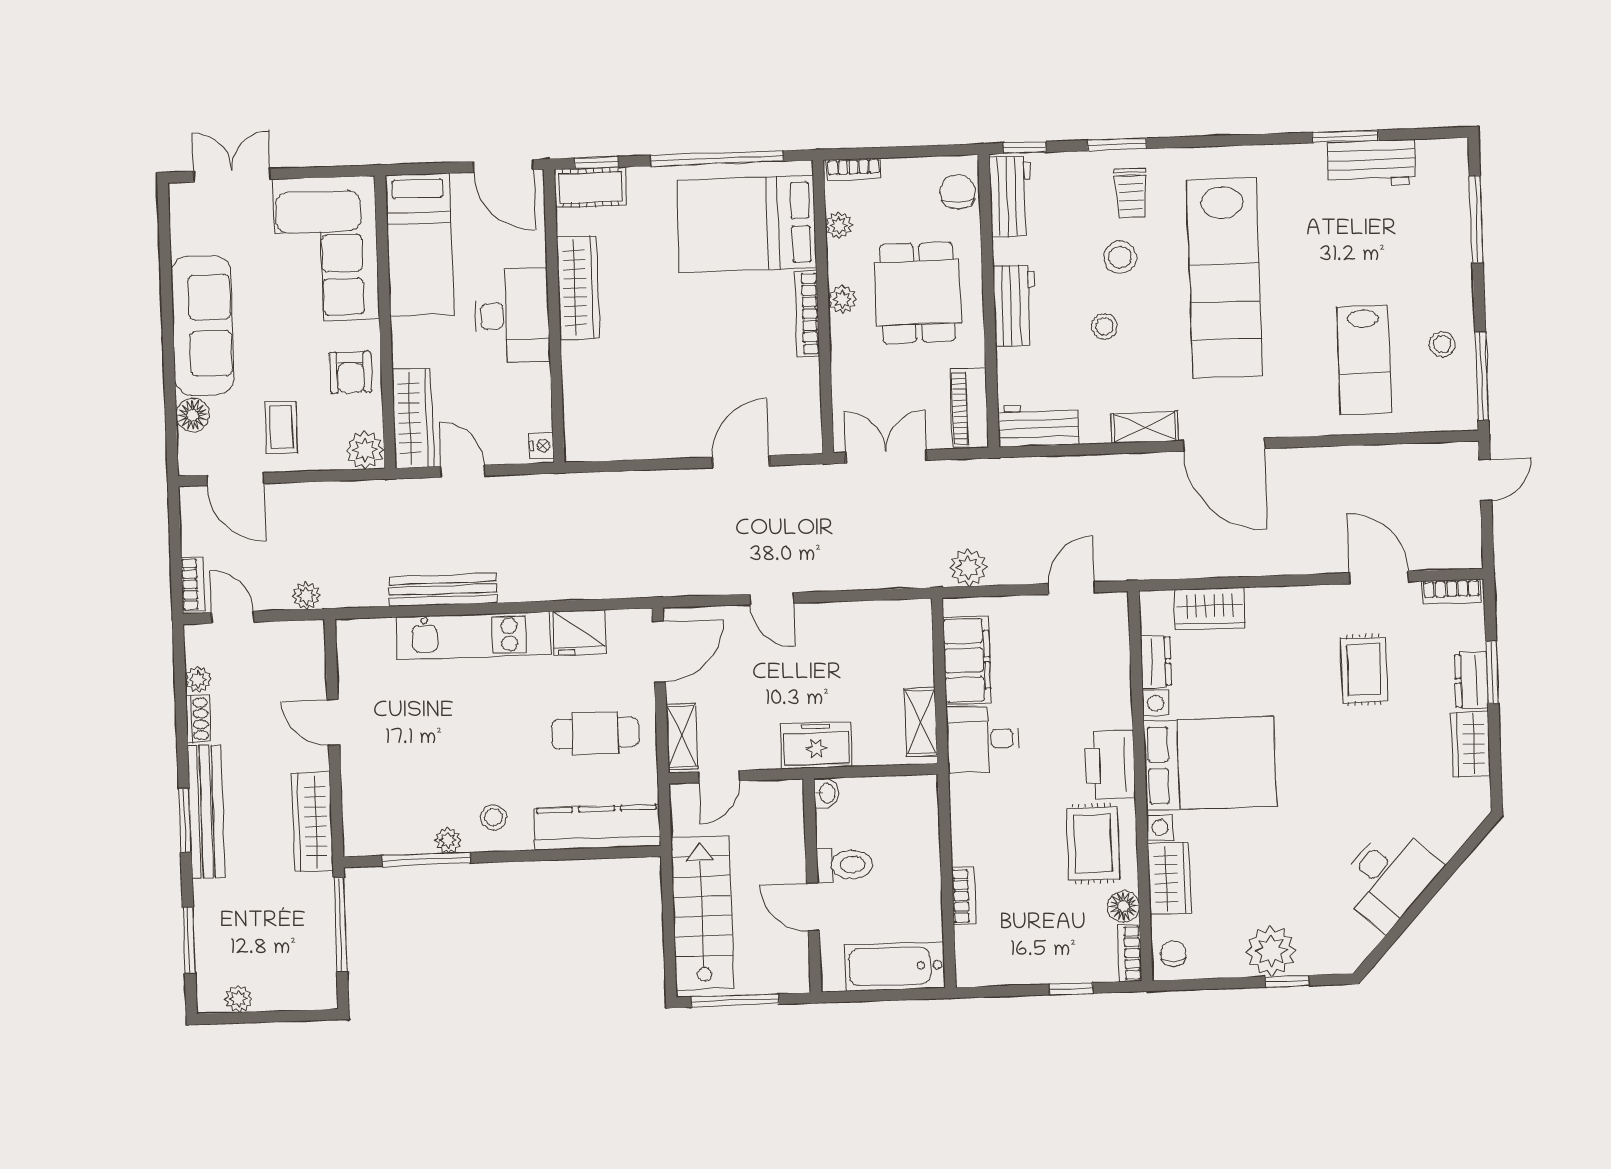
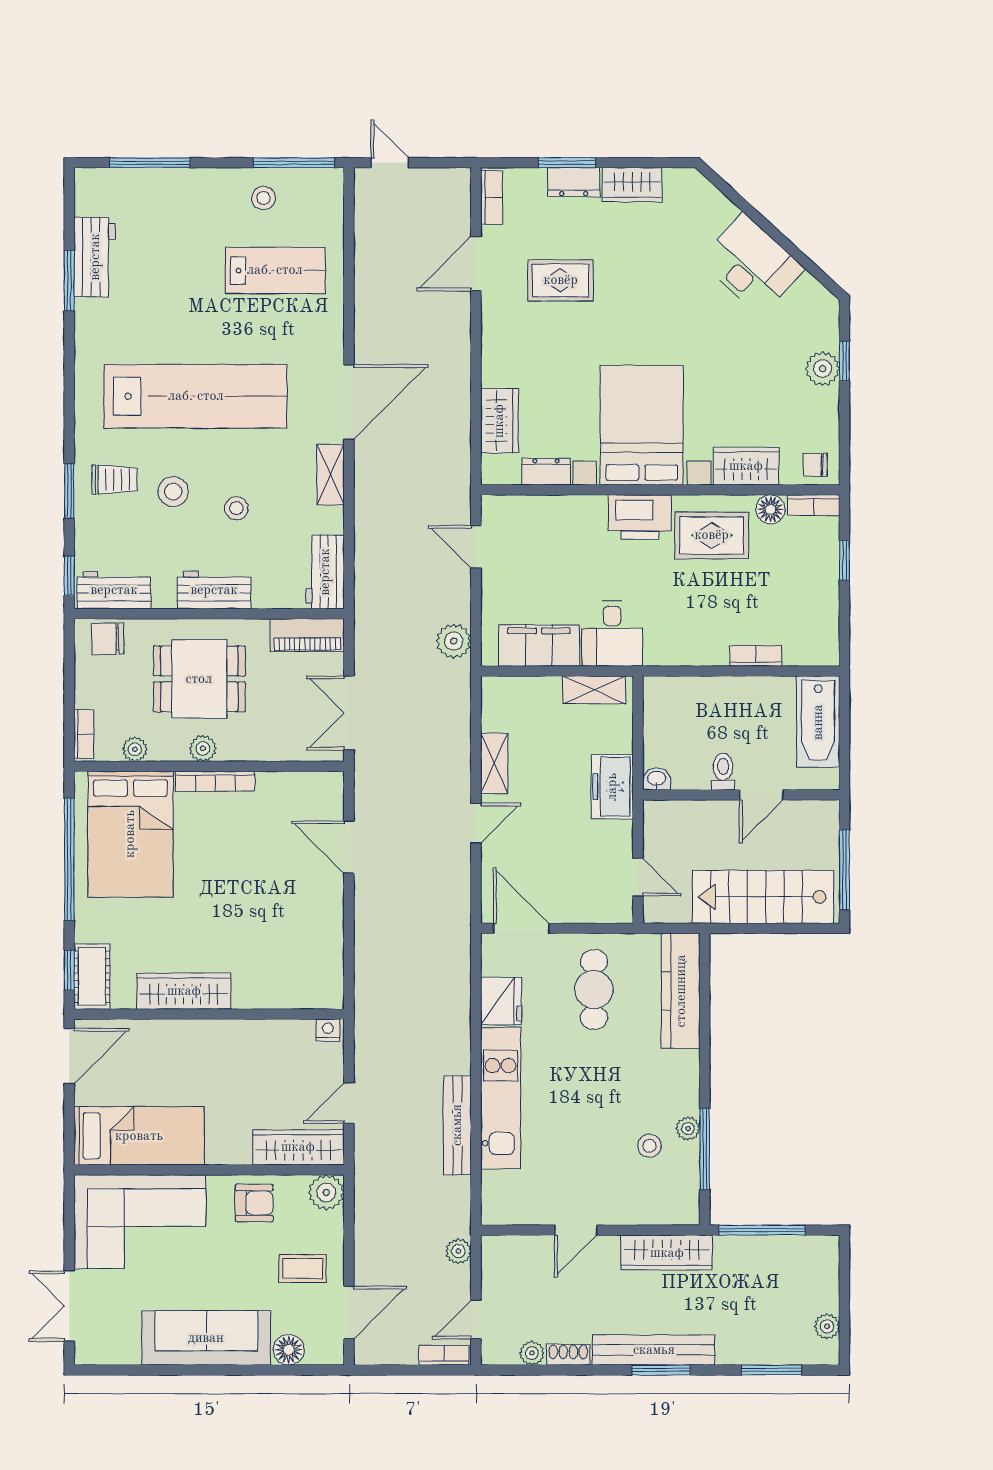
desk: (512, 315) -> (207, 1053), removed
shelving: (682, 736) -> (494, 763), moved, turned 90
stool: (493, 817) -> (649, 1146), moved
toilet: (845, 865) -> (723, 772), width x0.73, depth x0.72
plant: (1271, 951) -> (823, 369), width x0.73, depth x0.73

